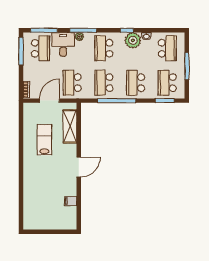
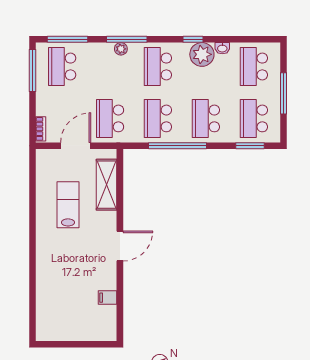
desk: (63, 44) -> (96, 61), removed
school desk: (40, 48) -> (62, 66), turned 180
school desk: (167, 48) -> (254, 66), turned 180

